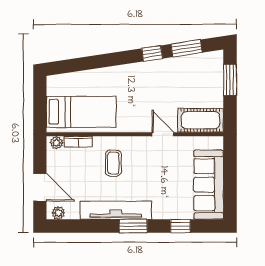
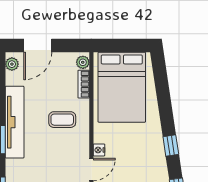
window: (152, 53) -> (171, 145), moved
bed: (81, 112) -> (122, 87), width x1.50
nightstand: (143, 127) -> (99, 150), added

